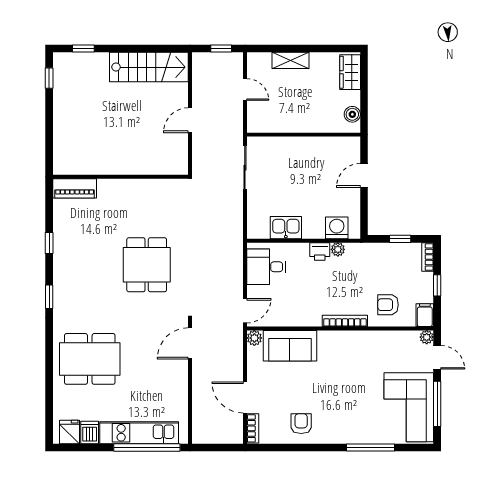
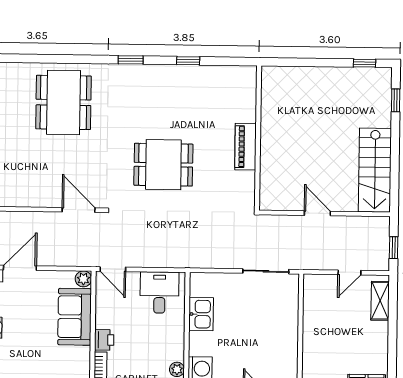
shelving: (291, 60) -> (380, 301), moved
piano: (75, 188) -> (246, 147), moved
printer: (320, 251) -> (104, 340), moved, turned 180

